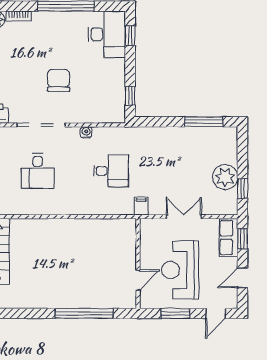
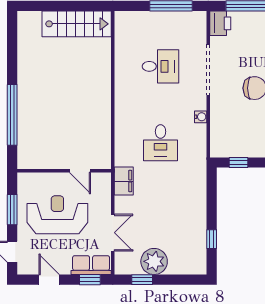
window: (204, 122) -> (212, 239), width x0.46
desk: (38, 171) -> (161, 66), turned 180
filing cabinet: (141, 206) -> (124, 181), width x2.00
double door: (184, 217) -> (113, 233), moved
door: (138, 280) -> (80, 171), moved

